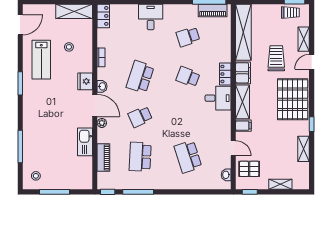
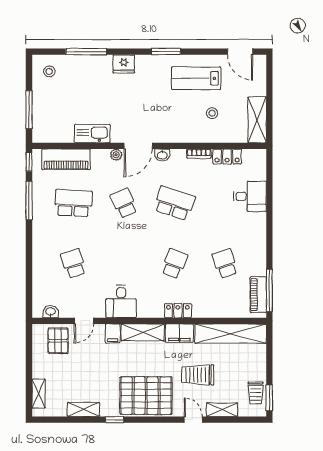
locker: (103, 16) -> (227, 157), moved
desk: (151, 17) -> (250, 196), moved
trolley: (276, 58) -> (198, 375), turned 180
fridge: (85, 81) -> (124, 64), moved, turned 180
desk: (218, 98) -> (121, 301), moved
school desk: (188, 157) -> (73, 264), width x0.54
piano: (103, 158) -> (66, 159), width x1.37, depth x1.33
shelving: (280, 184) -> (39, 394), moved
window: (54, 192) -> (29, 110), moved
window: (250, 192) -> (29, 341), removed

